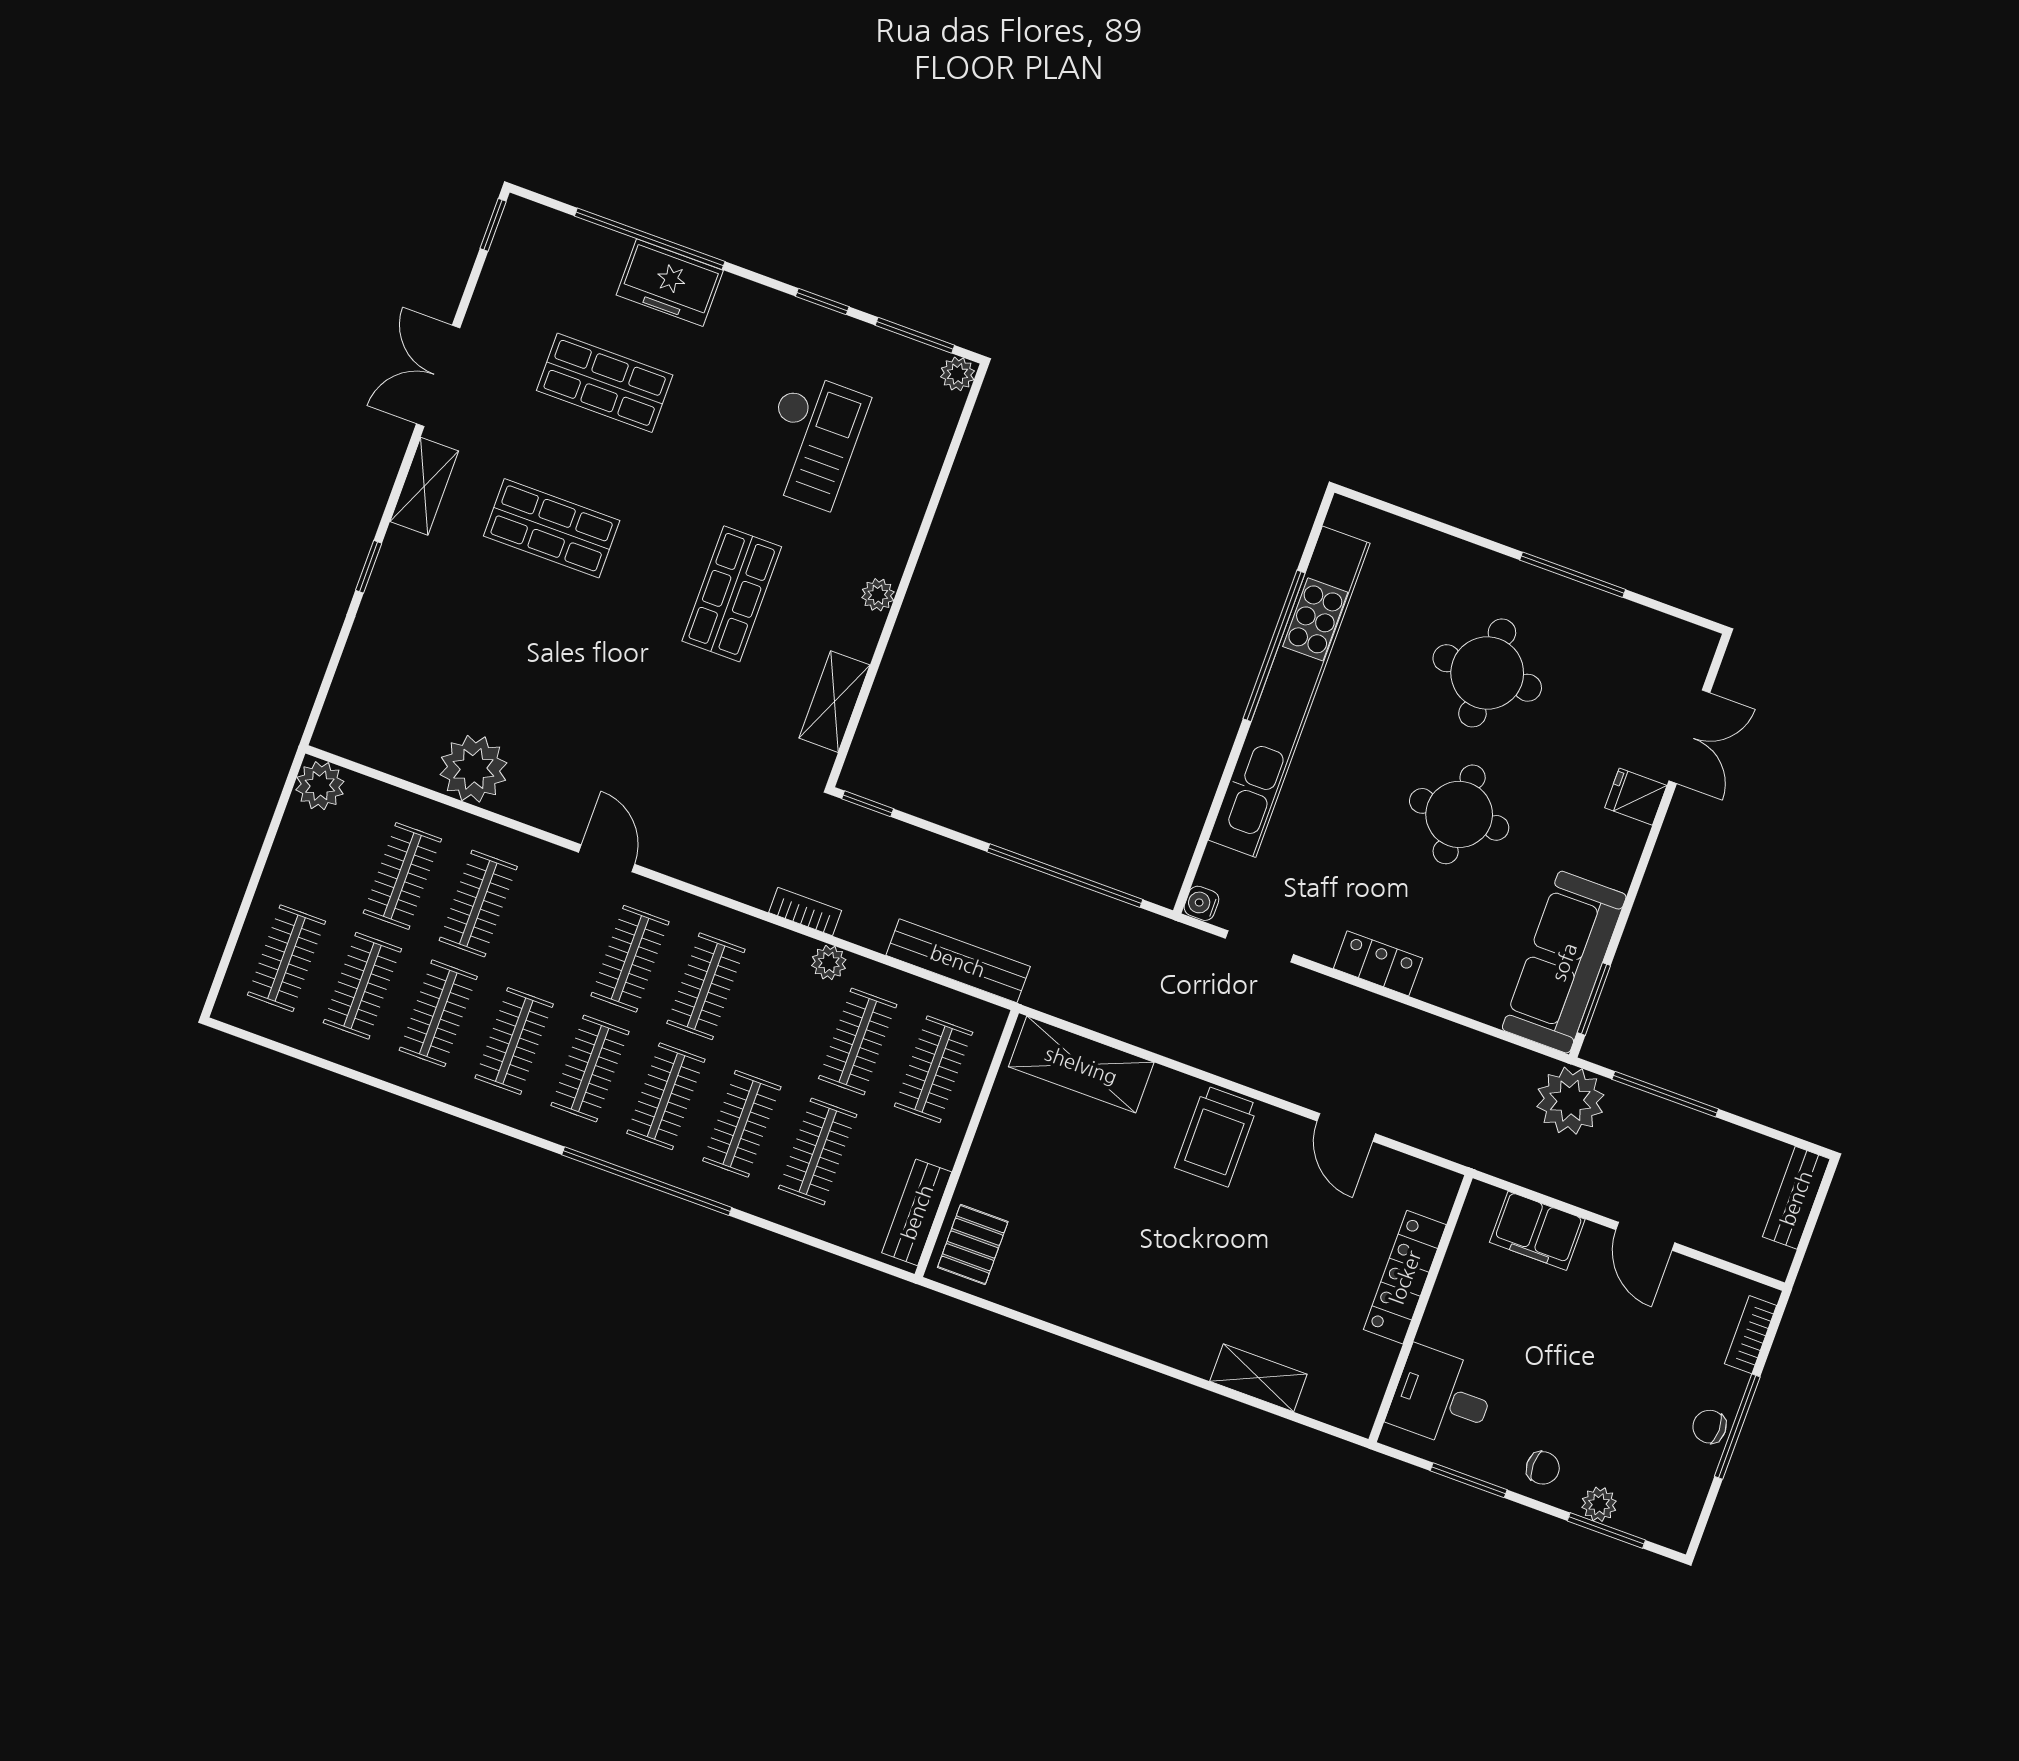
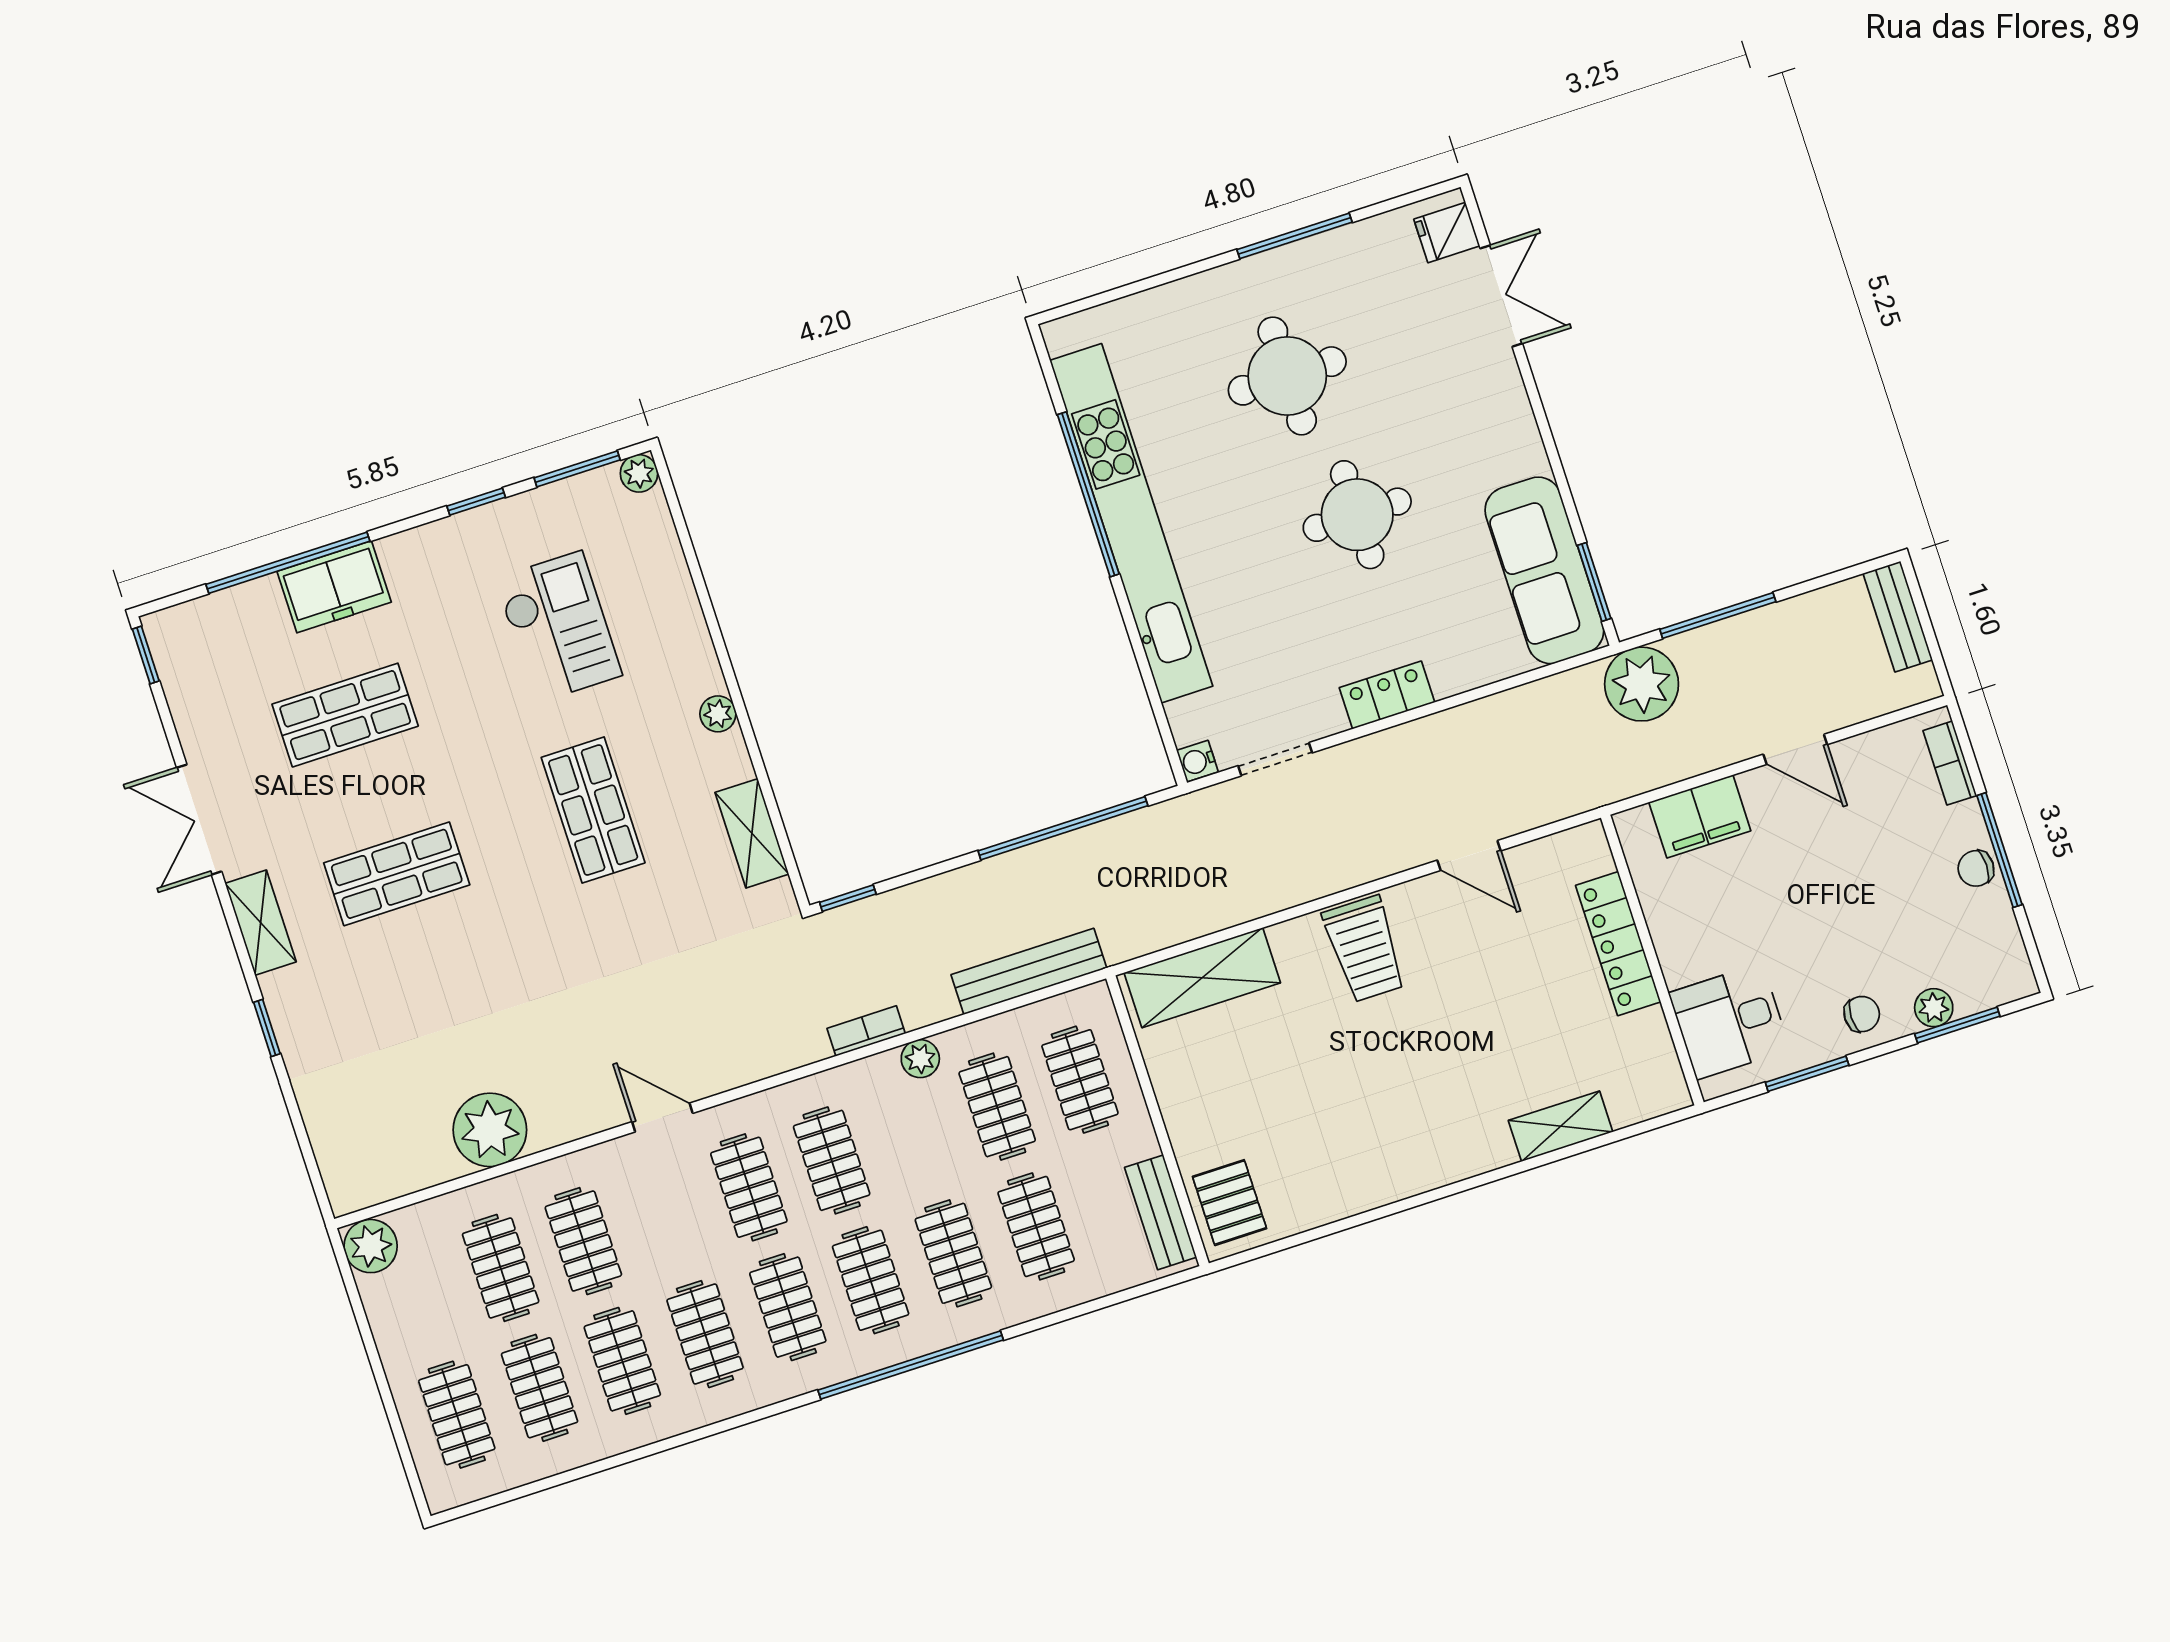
fridge: (1636, 797) -> (1447, 233), moved

